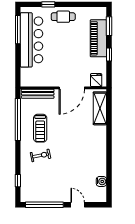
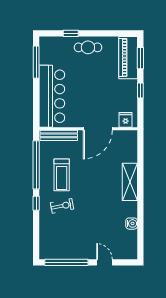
piano: (98, 38) -> (128, 58), moved
bar counter: (32, 40) -> (52, 96), moved
shelving: (100, 108) -> (130, 182), moved
window: (18, 181) -> (36, 203), moved
water cooler: (101, 181) -> (132, 224), moved

